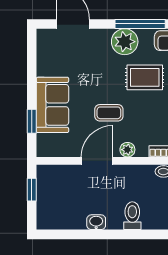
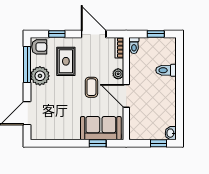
sofa: (52, 105) -> (101, 128), moved
window: (32, 190) -> (159, 143), moved
washbasin: (96, 222) -> (171, 133), moved

